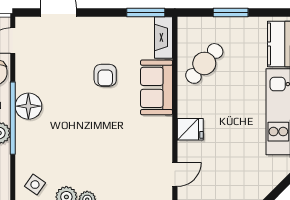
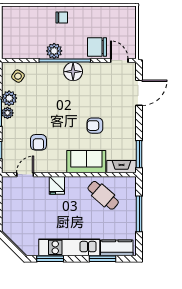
window: (231, 12) -> (139, 214), width x1.44
armchair: (129, 155) -> (38, 142), added
door: (175, 174) -> (25, 175), swing flipped

